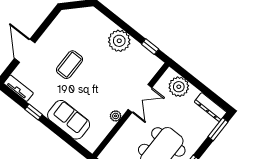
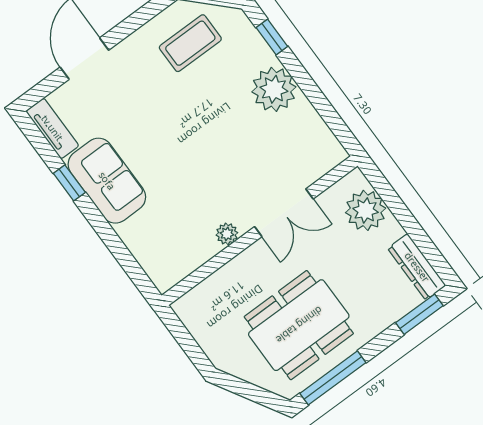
window: (150, 47) -> (272, 37), moved
coffee table: (70, 65) -> (190, 43), moved
sofa: (69, 120) -> (107, 181), moved

